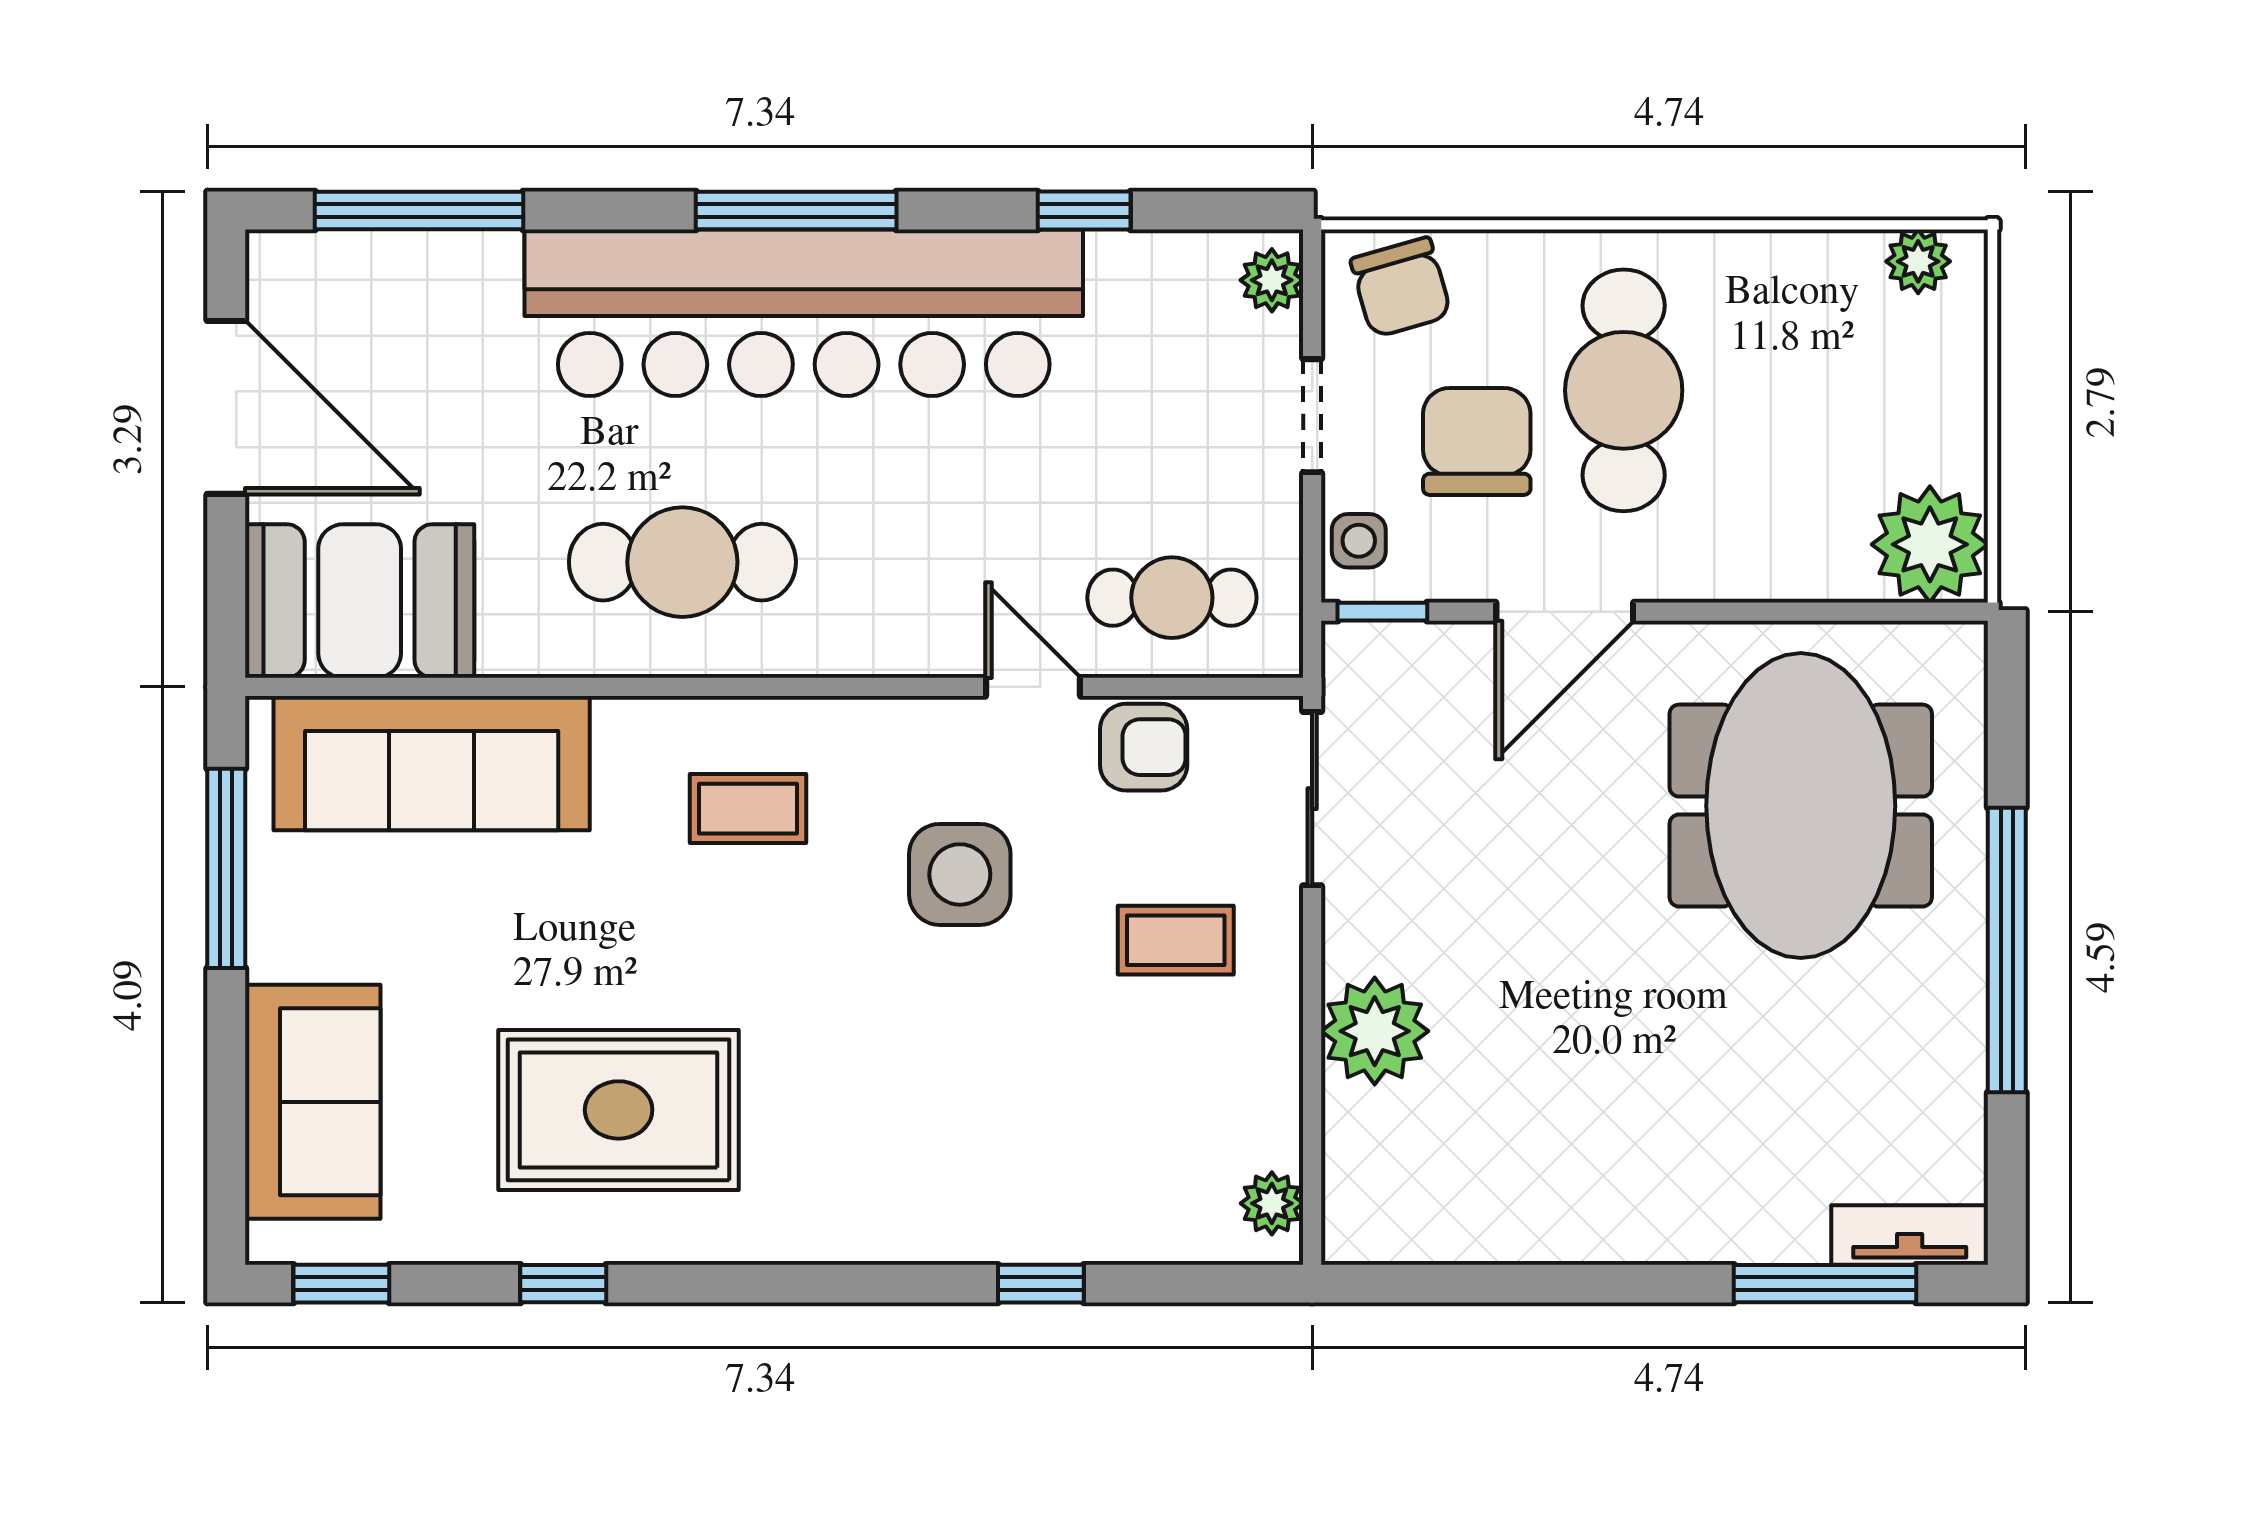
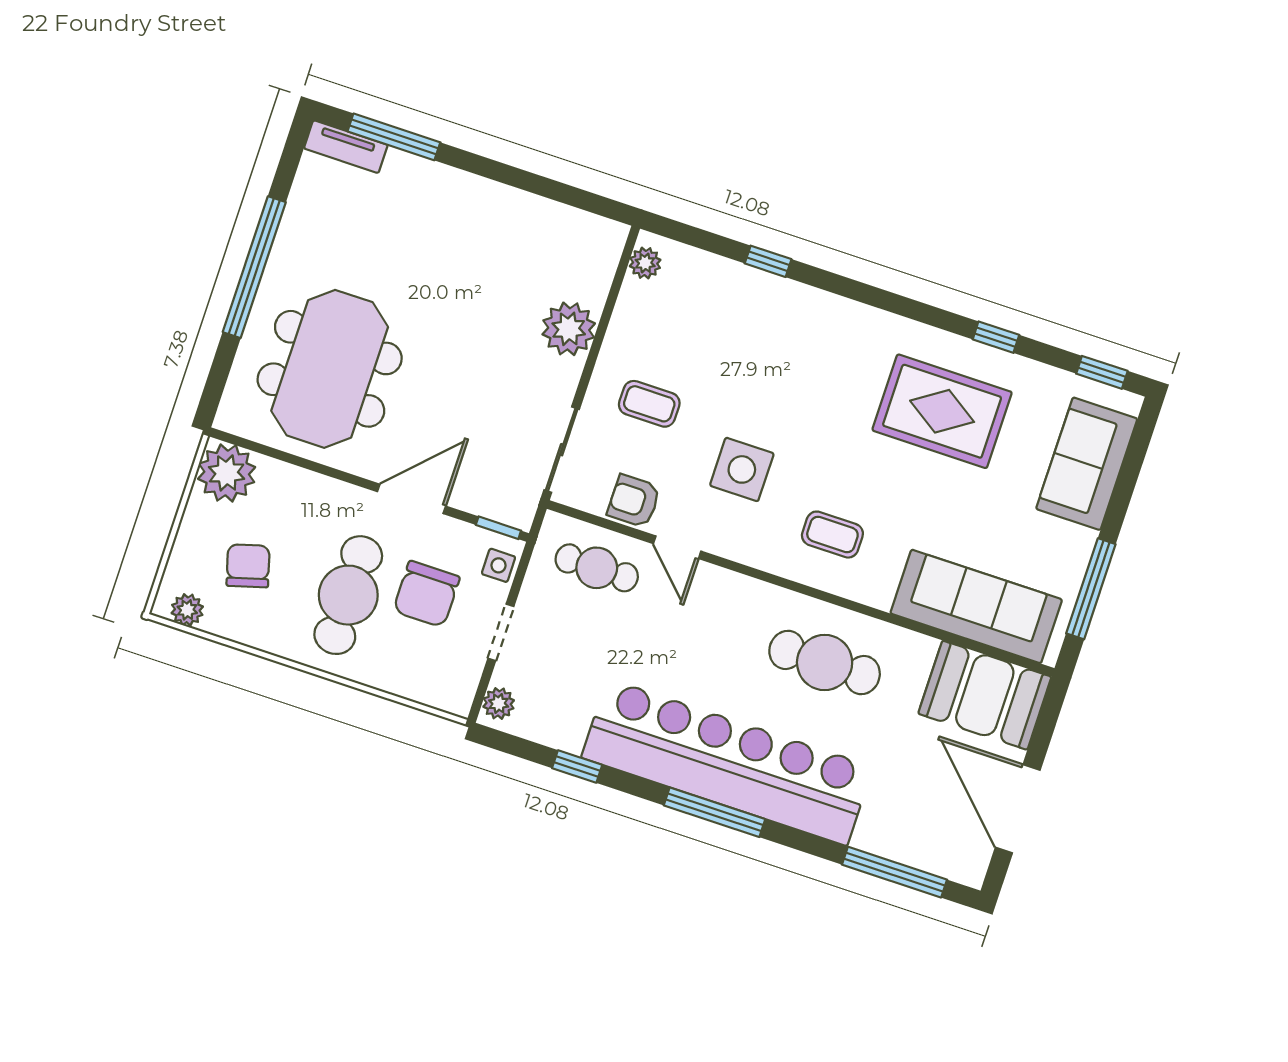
chair: (1401, 287) -> (248, 566), moved

